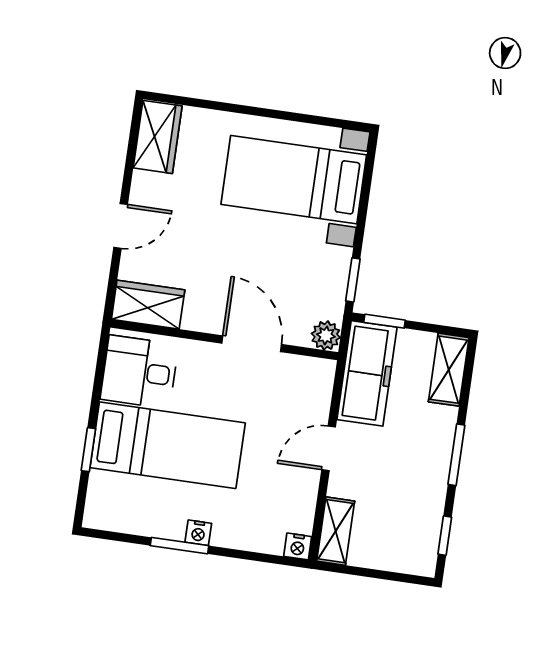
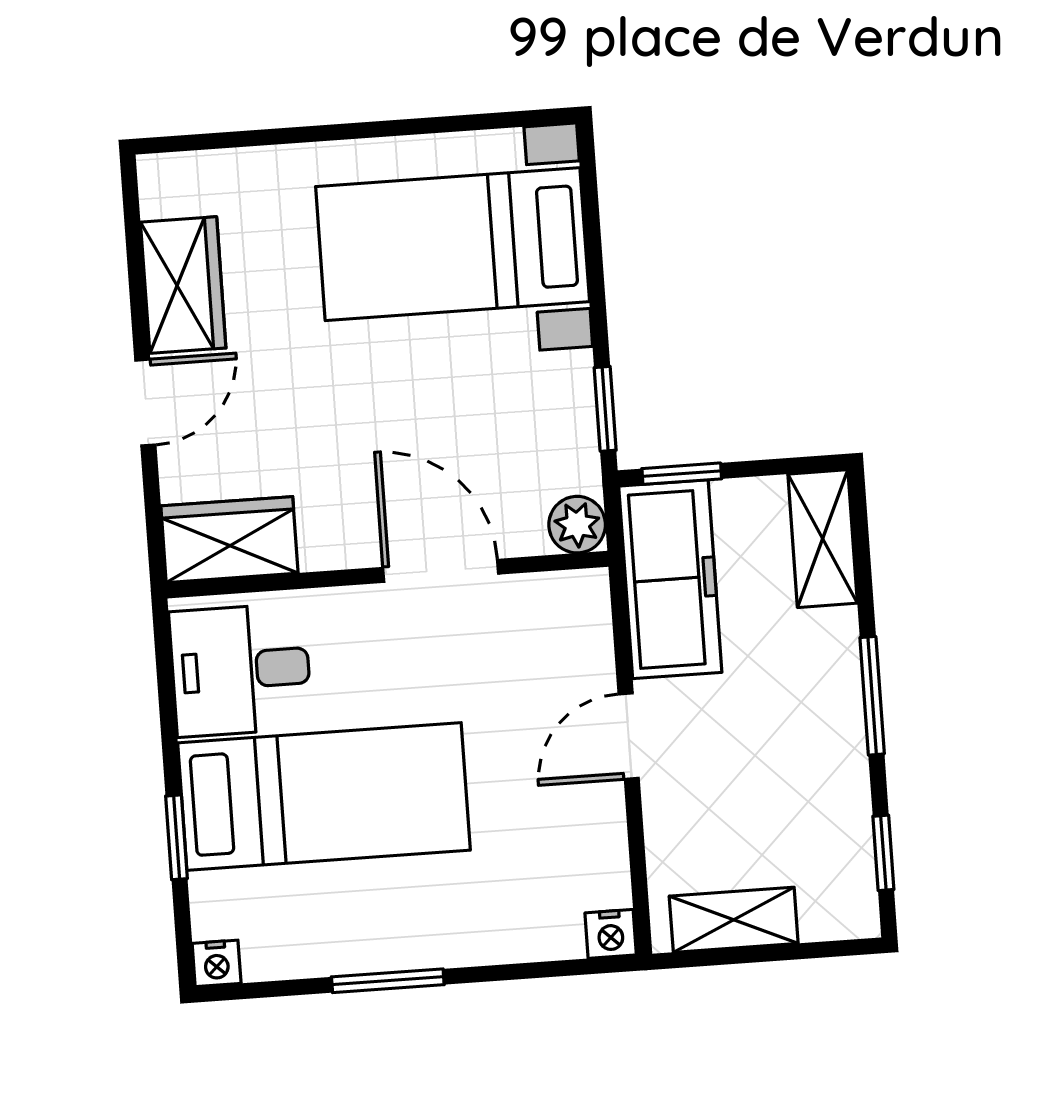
wardrobe: (158, 137) -> (183, 285), moved
shelving: (336, 531) -> (734, 920), moved, turned 90
nightstand: (198, 533) -> (217, 963), moved

